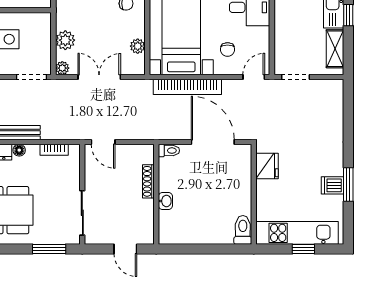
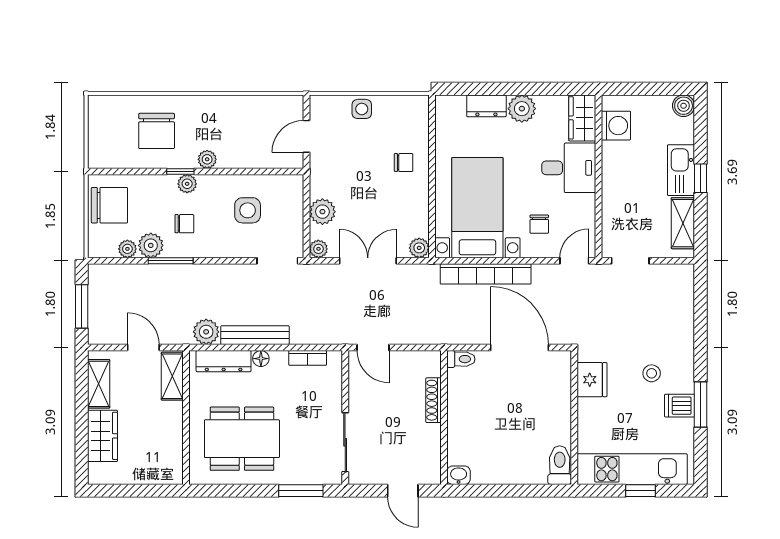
plant: (138, 46) -> (419, 248), moved
stool: (312, 161) -> (652, 373), added
washbasin: (165, 201) -> (459, 475), moved, turned -90

